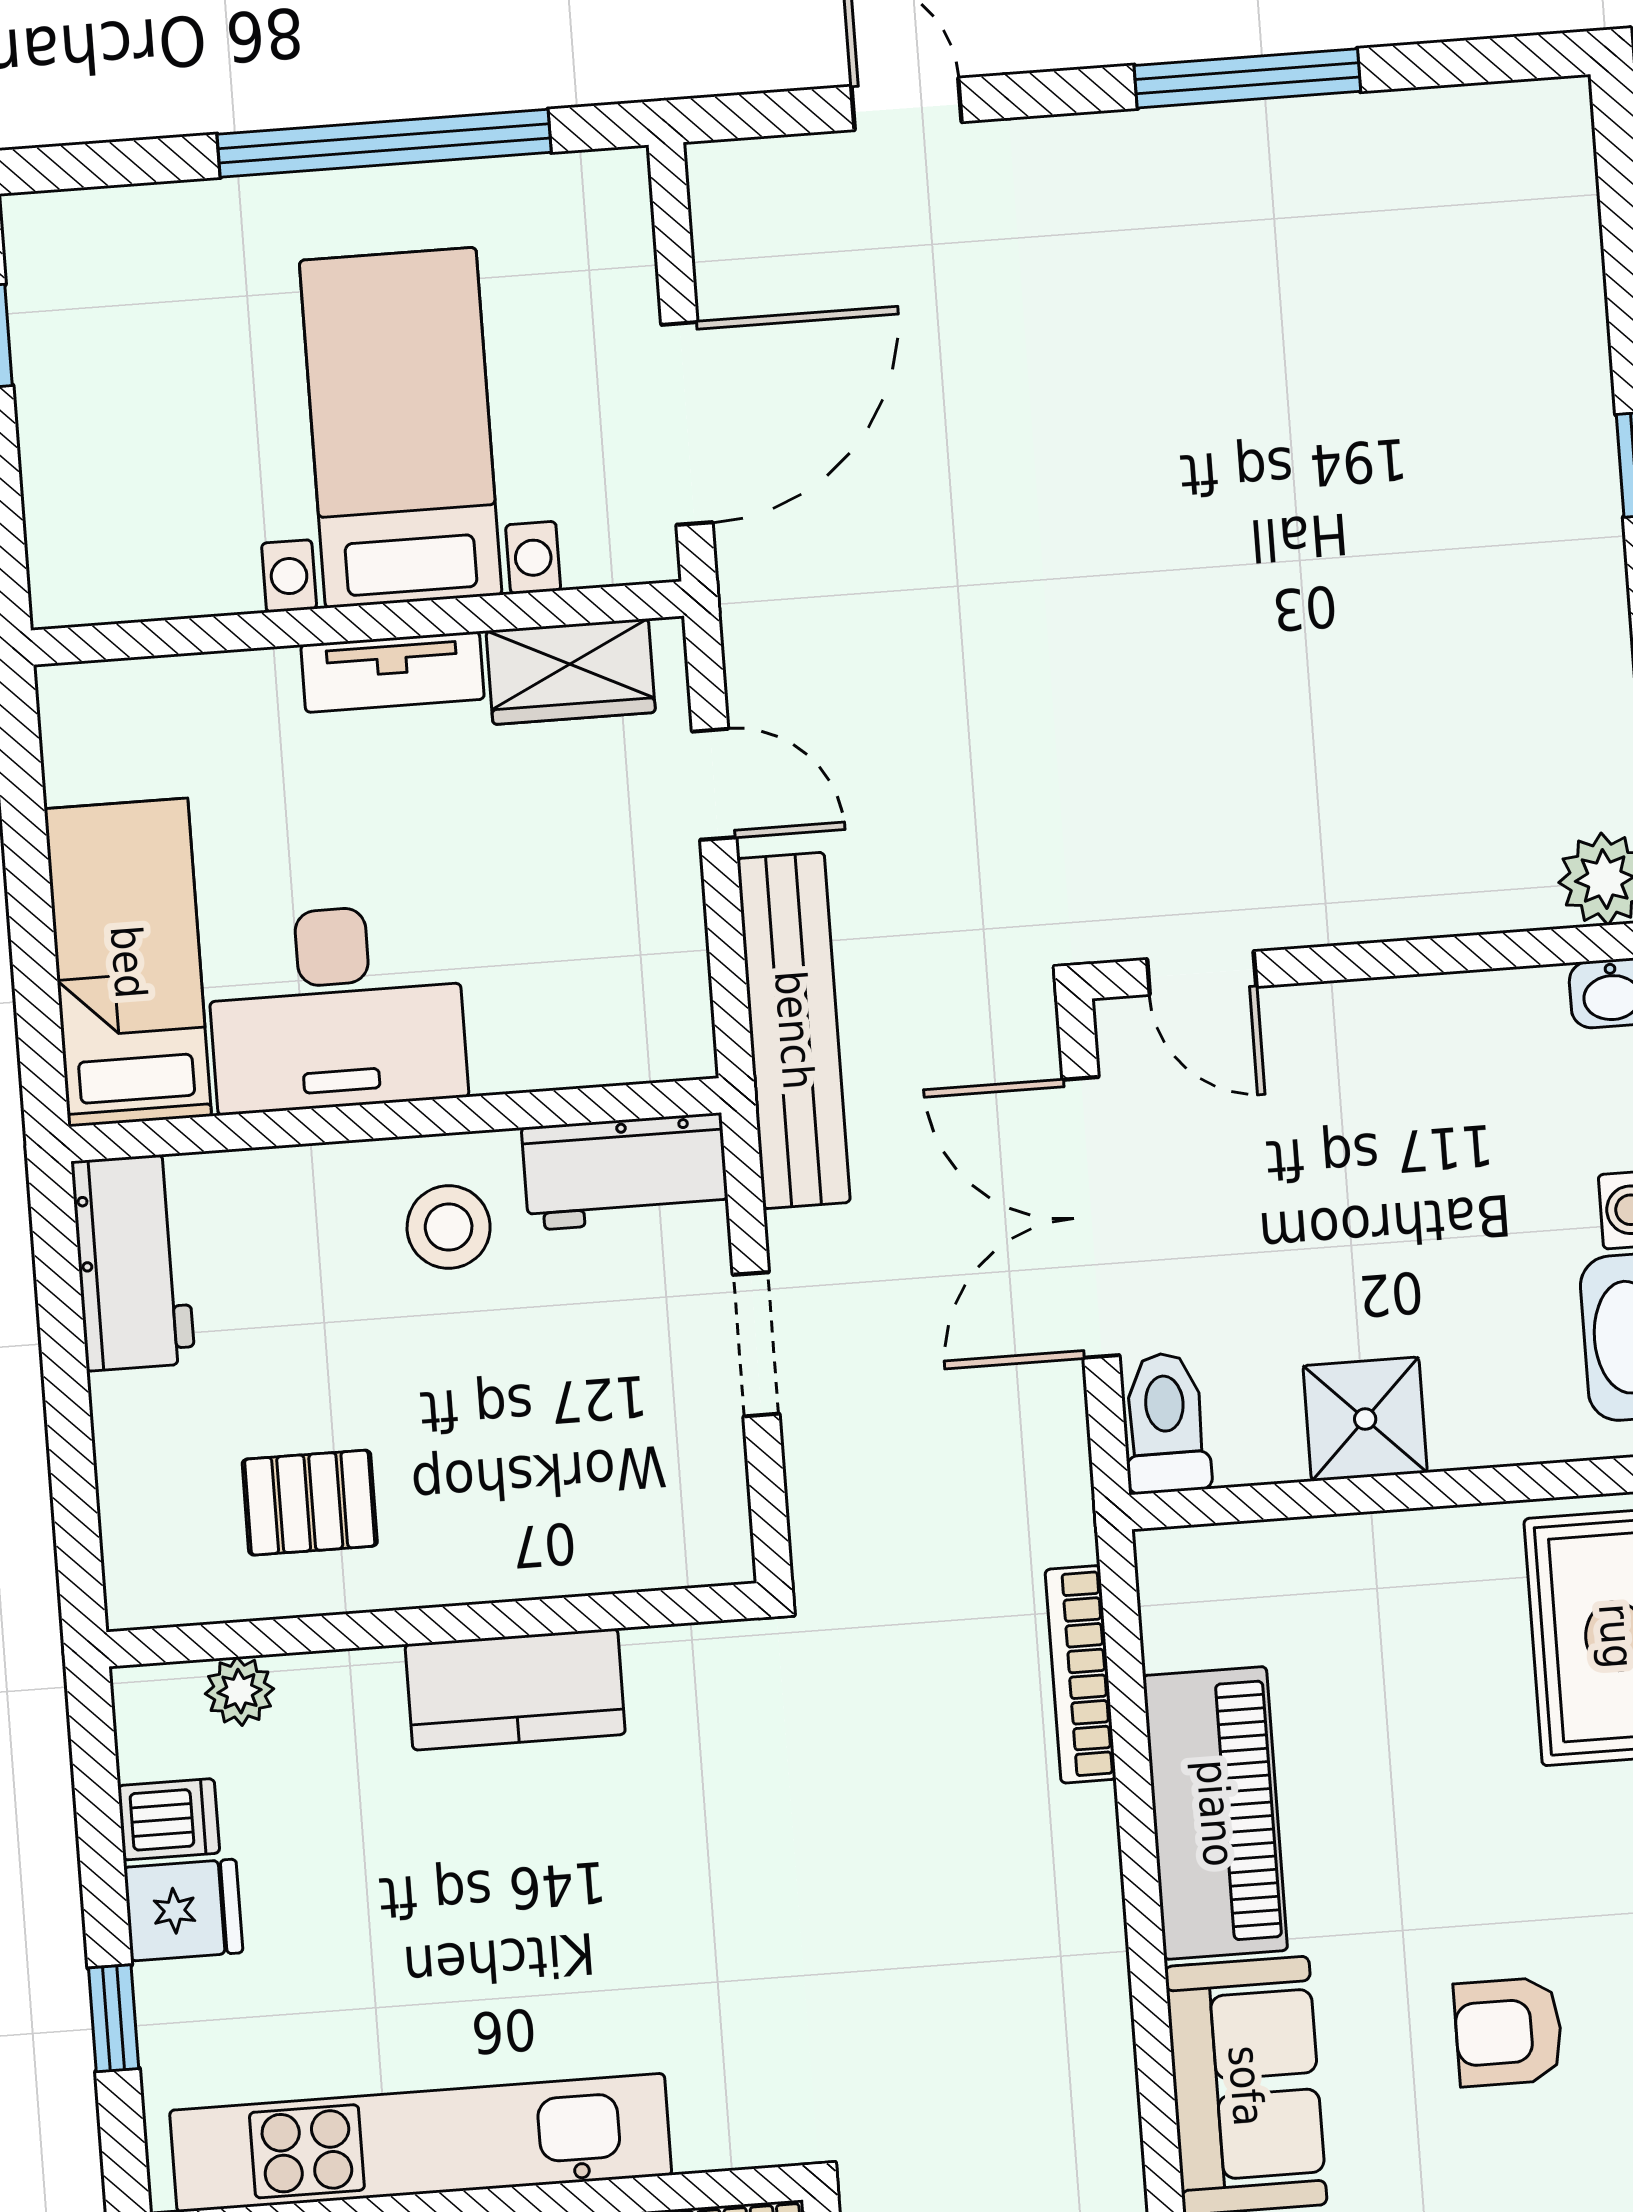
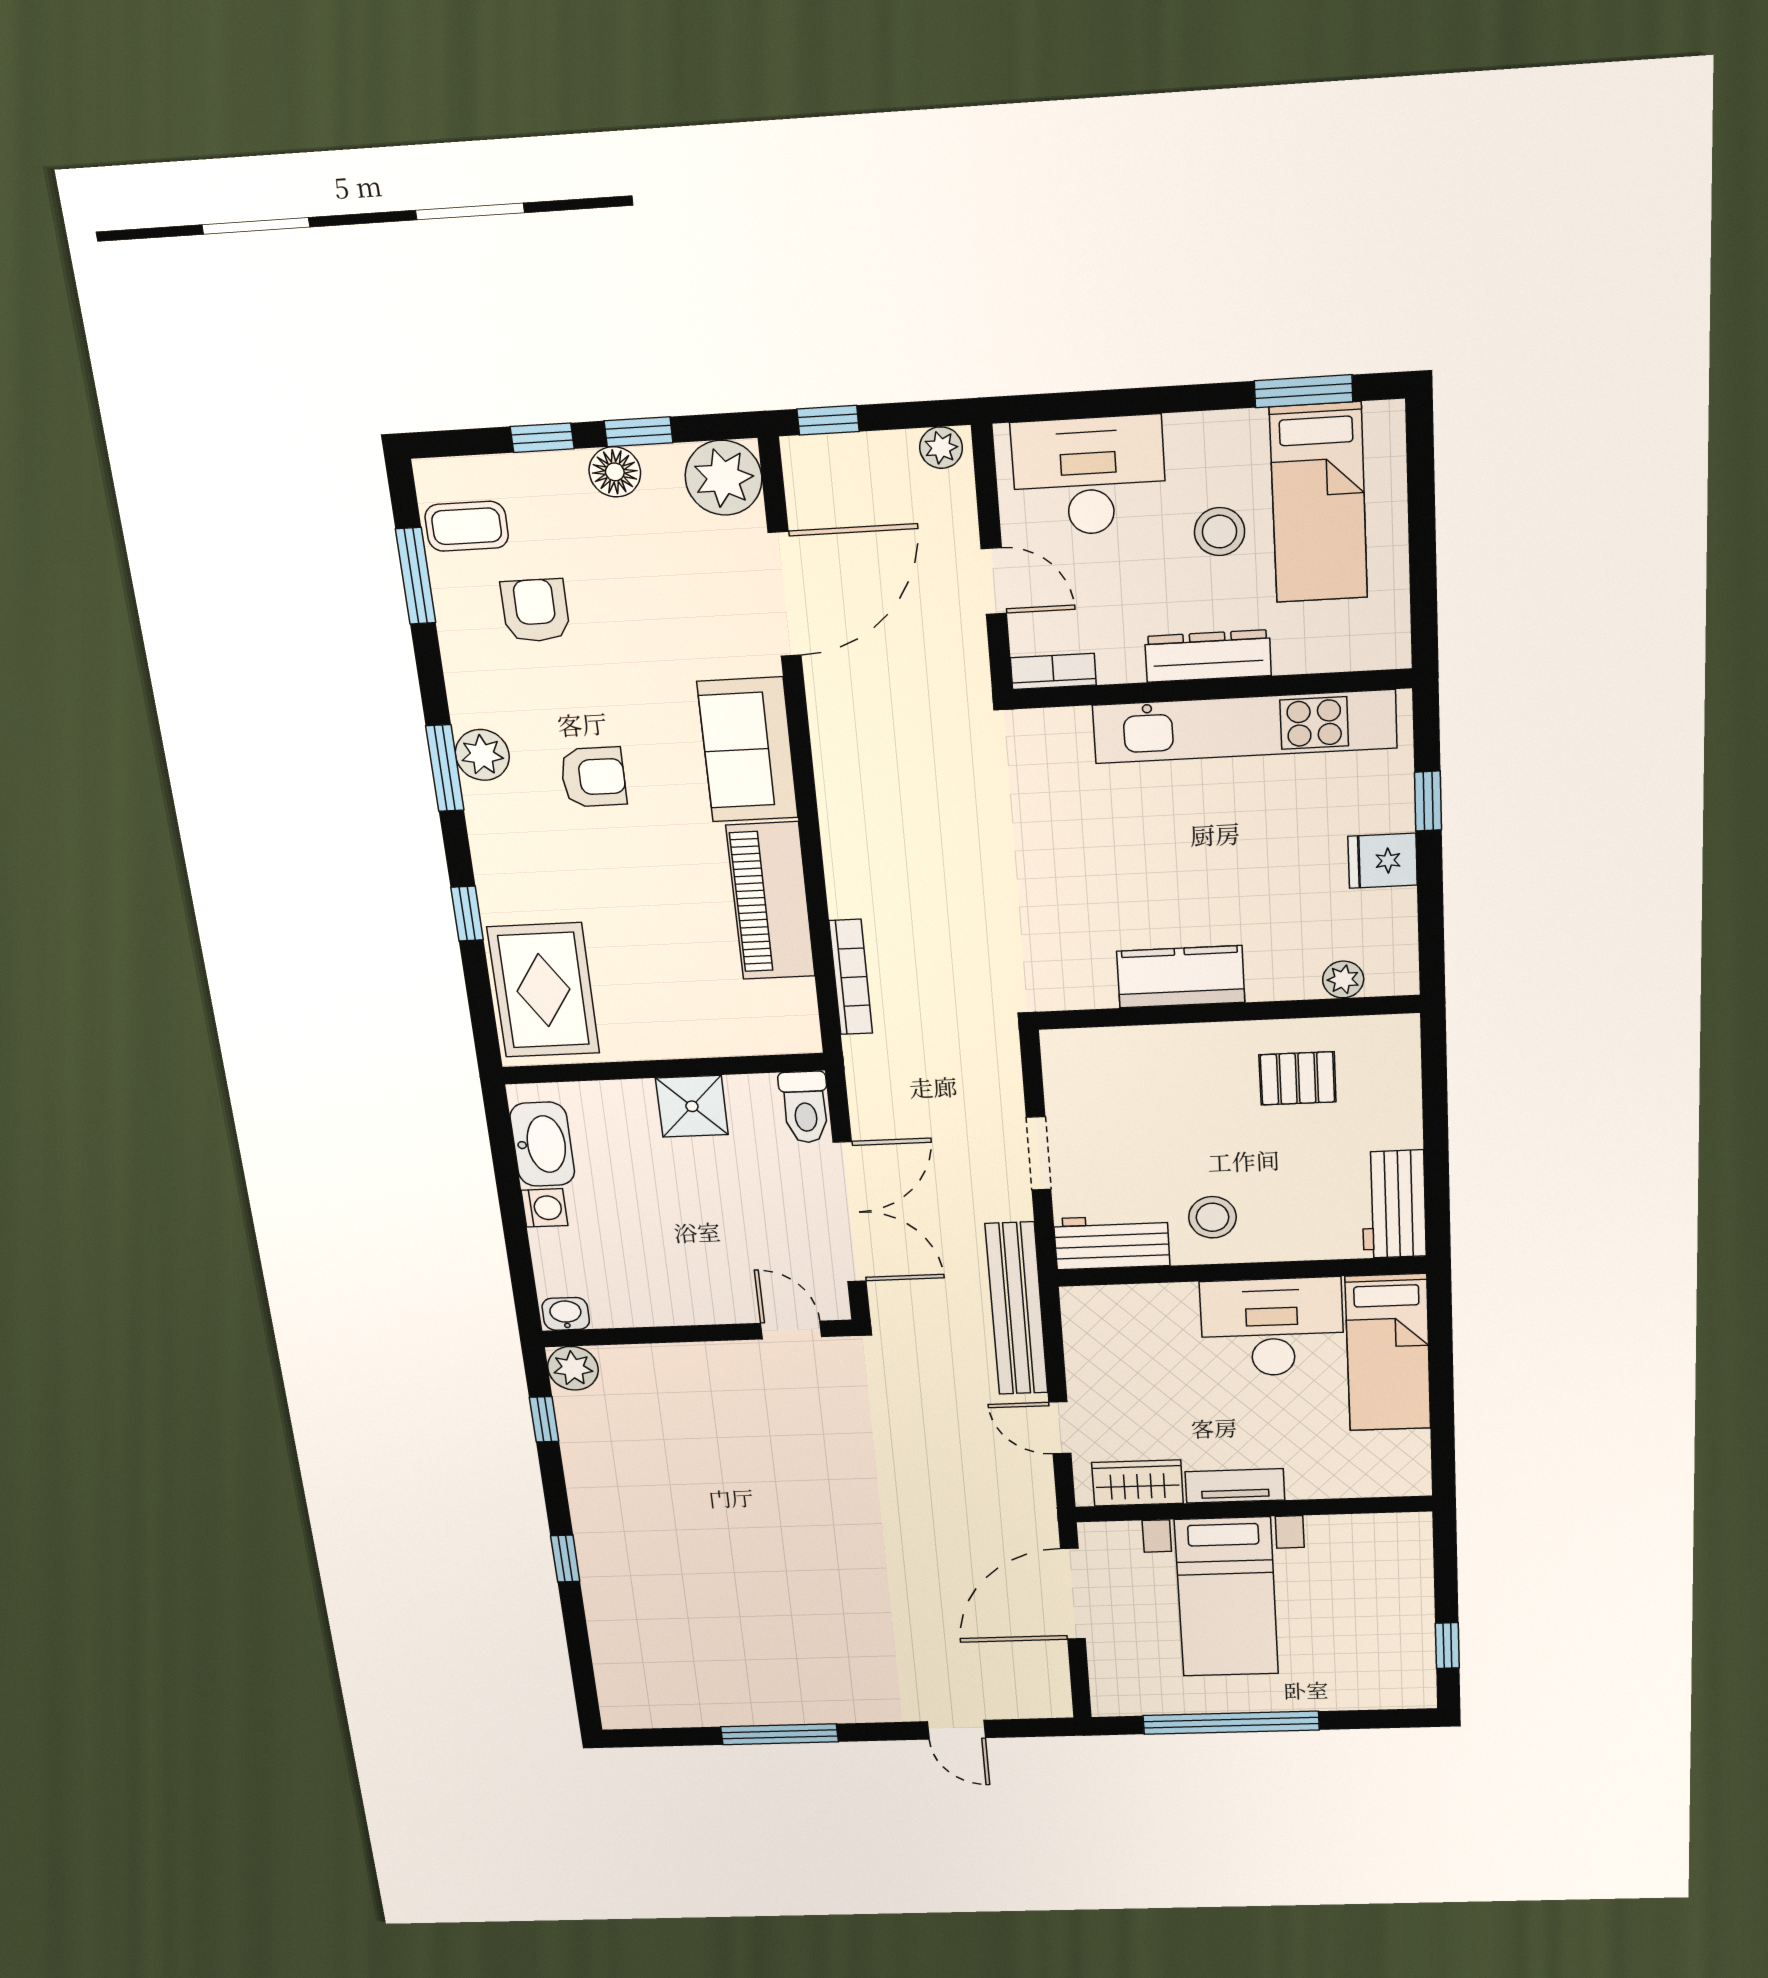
dishwasher: (169, 1819) -> (1389, 911), removed

